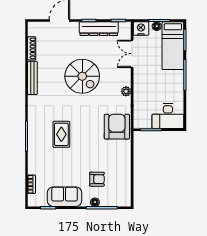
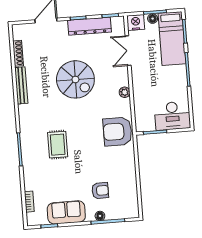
armchair: (117, 127) -> (117, 132), turned -90

